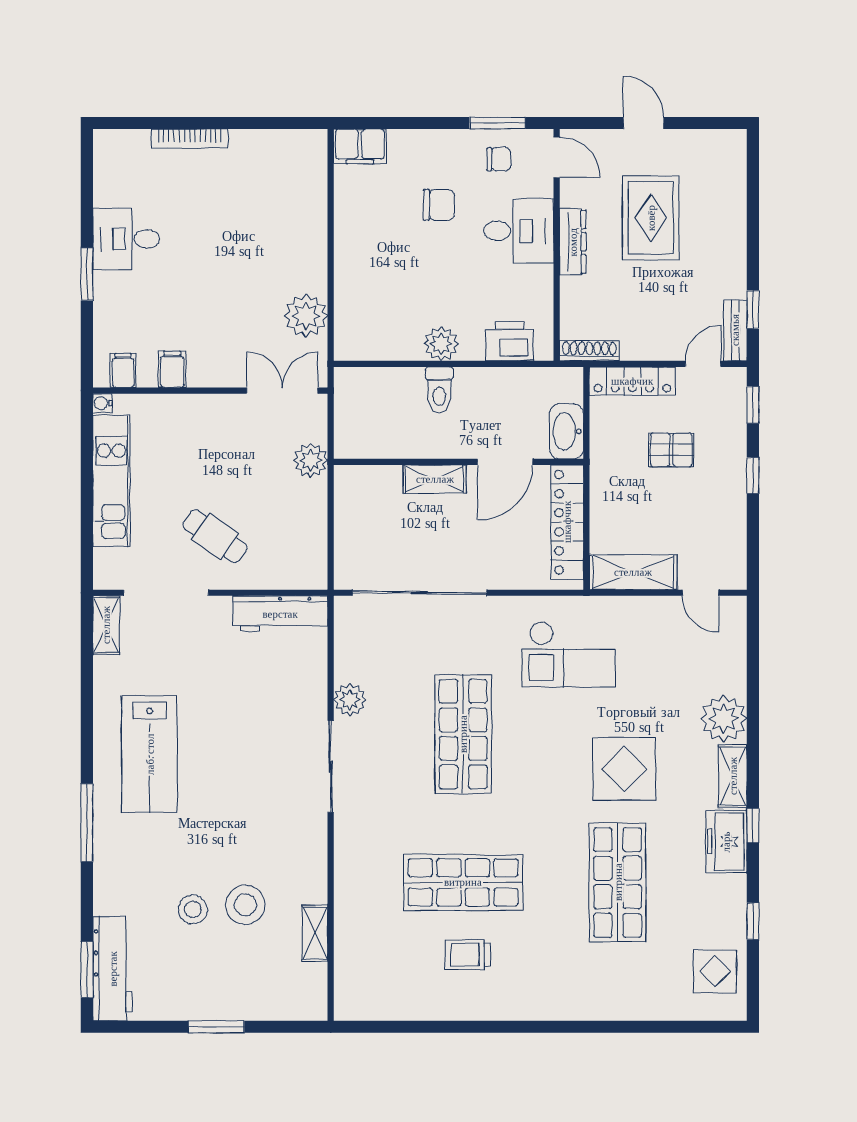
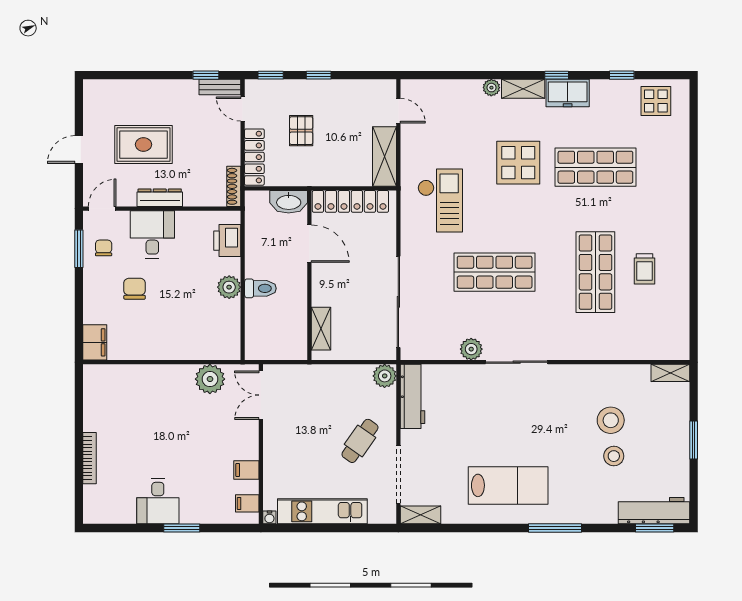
plant: (311, 460) -> (385, 376), moved
shelving: (435, 479) -> (321, 329), moved
door: (701, 593) -> (398, 111), hinge flipped
plant: (724, 719) -> (491, 88), width x0.53, depth x0.53
shelving: (315, 933) -> (670, 373), moved

